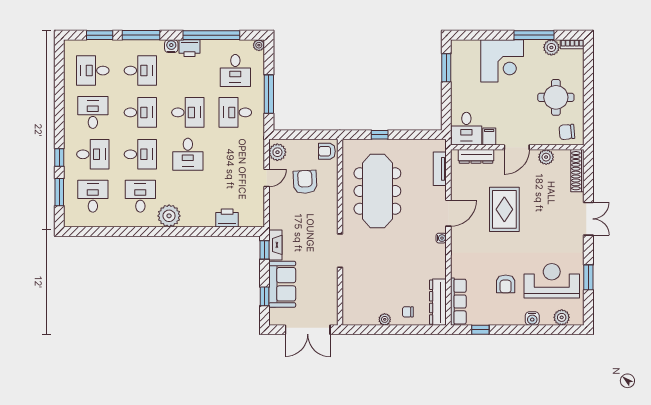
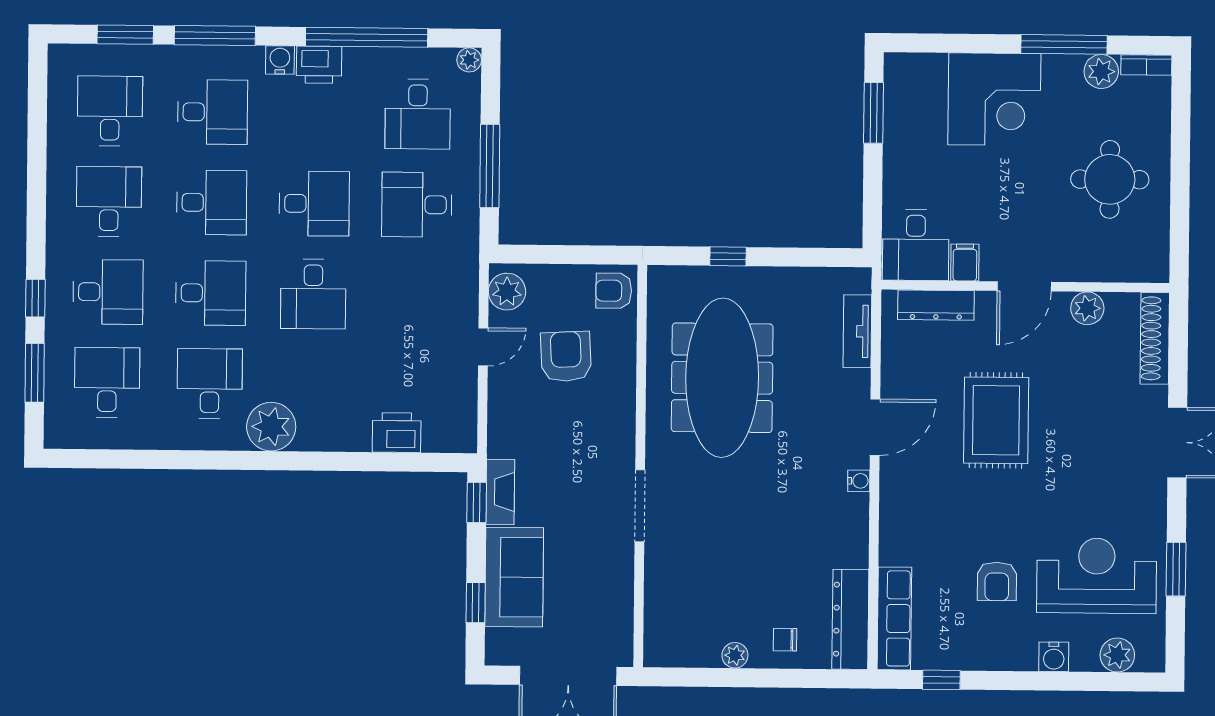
desk: (93, 71) -> (110, 111), turned 90
chair: (567, 132) -> (1133, 254), removed

